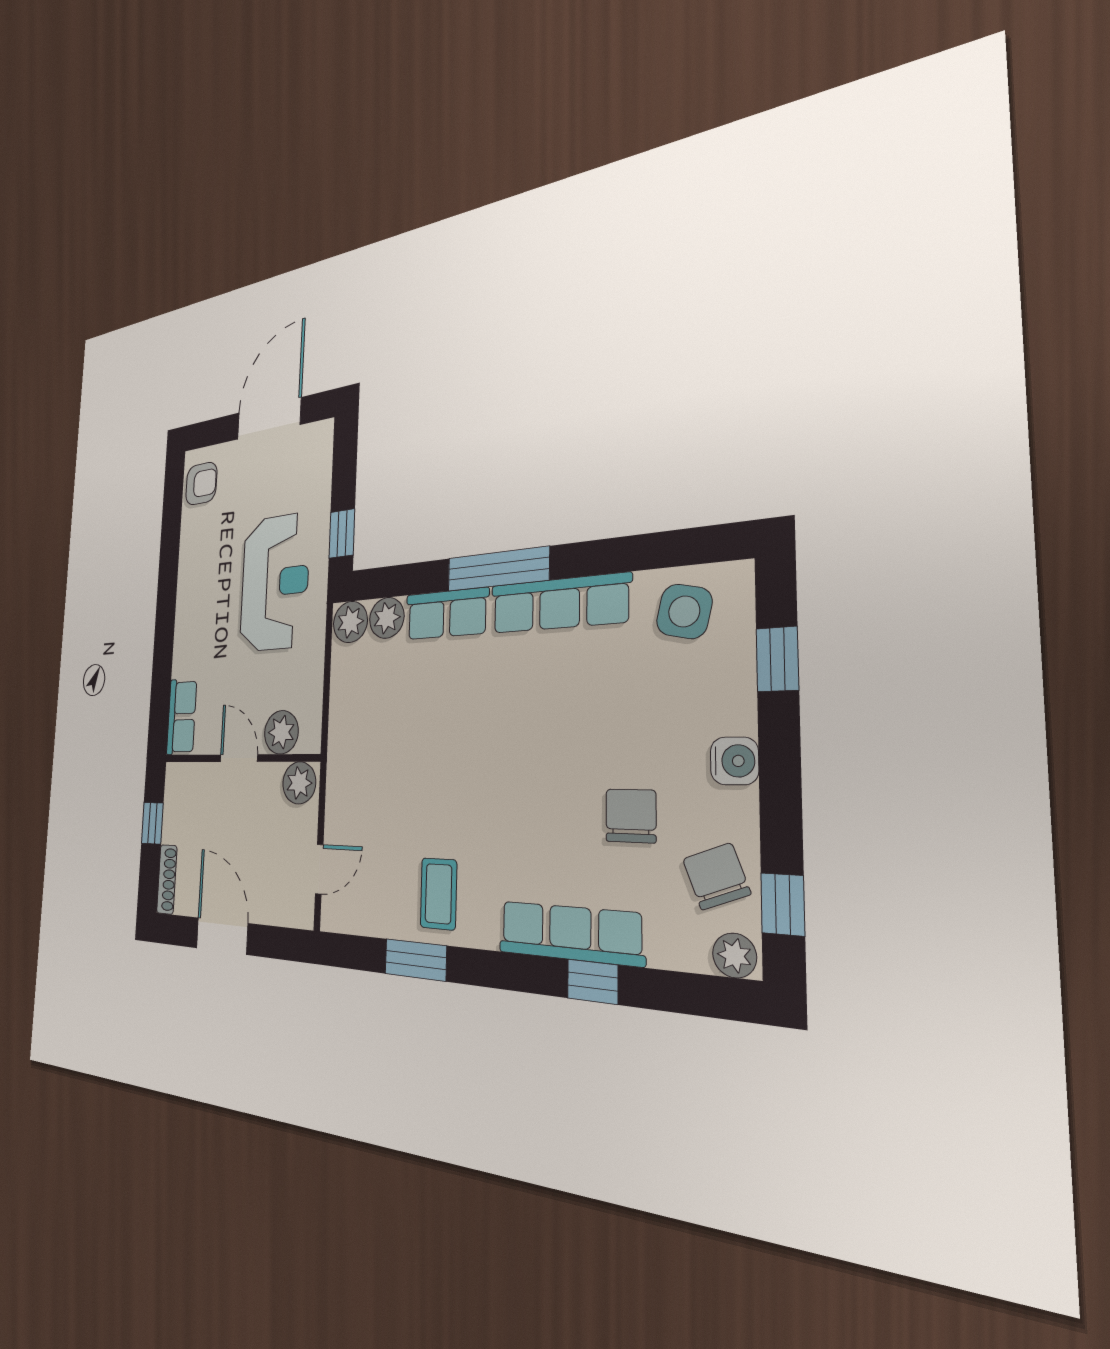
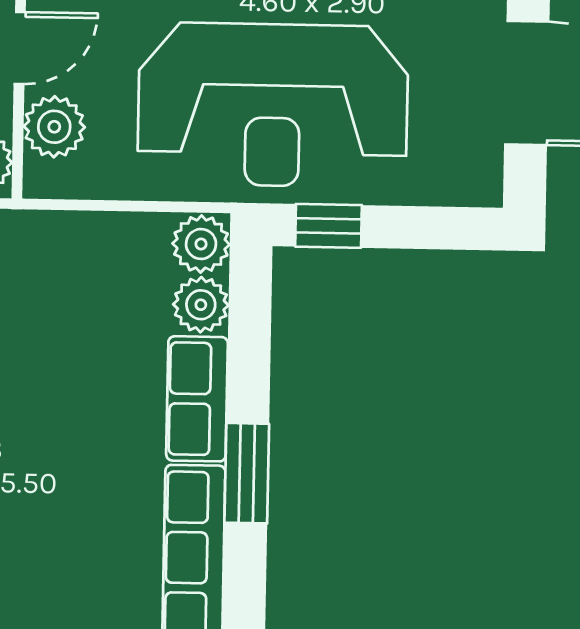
window: (498, 569) -> (247, 473), width x0.69
reception desk: (275, 582) -> (273, 105), width x1.36, depth x1.30

